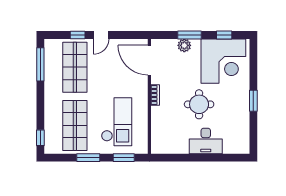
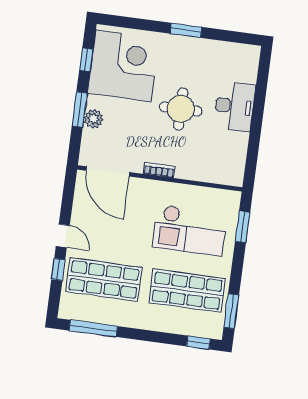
door: (149, 60) -> (108, 171), hinge flipped
checkout: (117, 122) -> (190, 230), turned 180
window: (88, 158) -> (231, 311), moved

